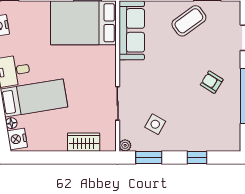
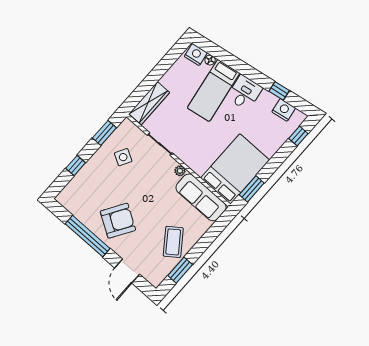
armchair: (212, 82) -> (118, 221), width x1.88, depth x1.88
wardrobe: (84, 142) -> (149, 103), width x1.50
plant: (125, 145) -> (180, 171), moved

